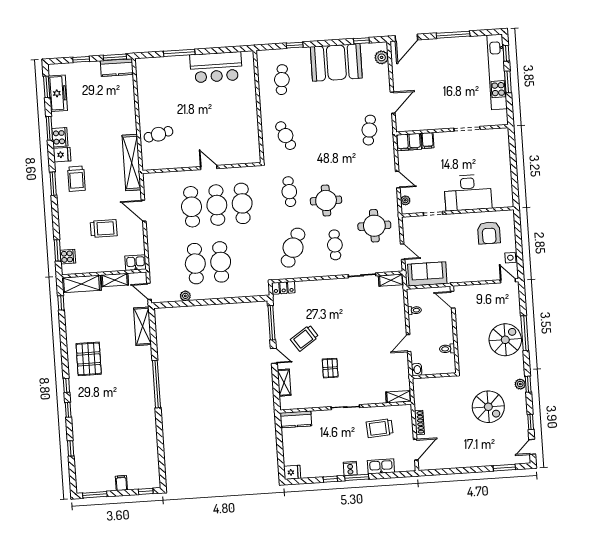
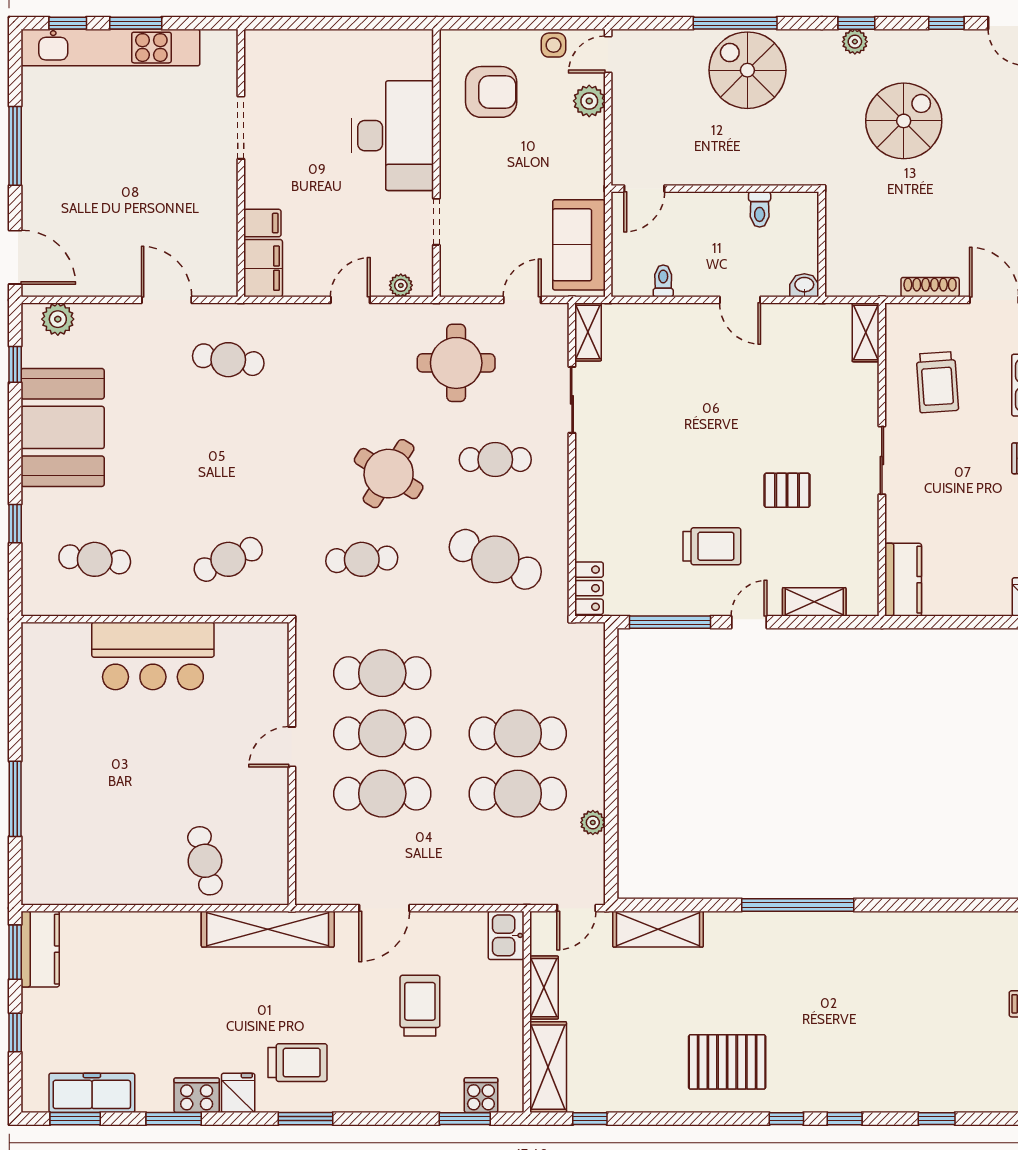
bar counter: (216, 67) -> (153, 656), moved, turned 90
round table: (326, 200) -> (389, 474), turned 32
plant: (488, 274) -> (589, 101), added
trolley: (305, 338) -> (712, 546), turned -56

